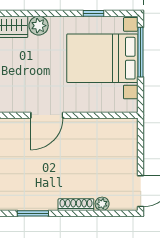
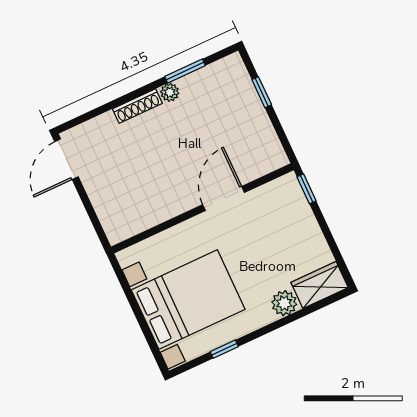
window: (141, 52) -> (145, 329), removed
plant: (102, 204) -> (170, 92), moved

